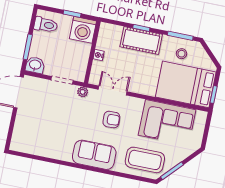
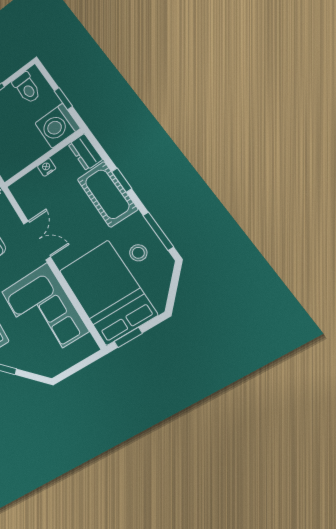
dresser: (111, 30) -> (85, 152), added
double door: (113, 91) -> (37, 240), moved

